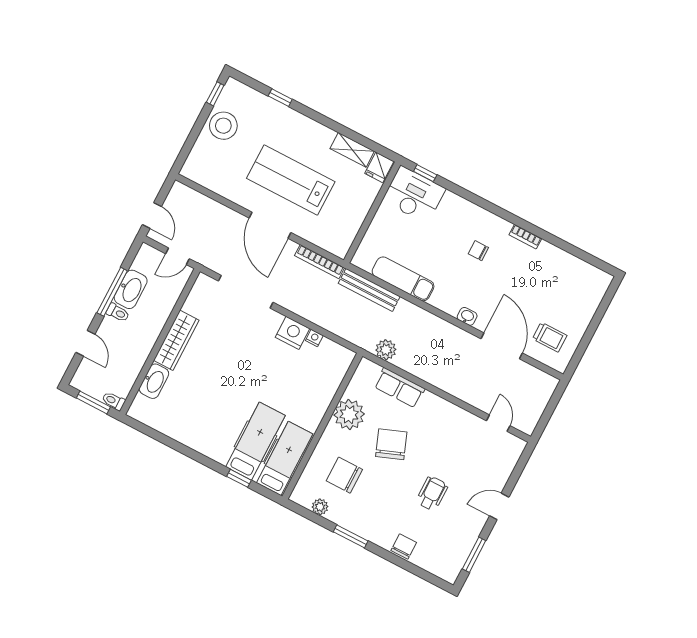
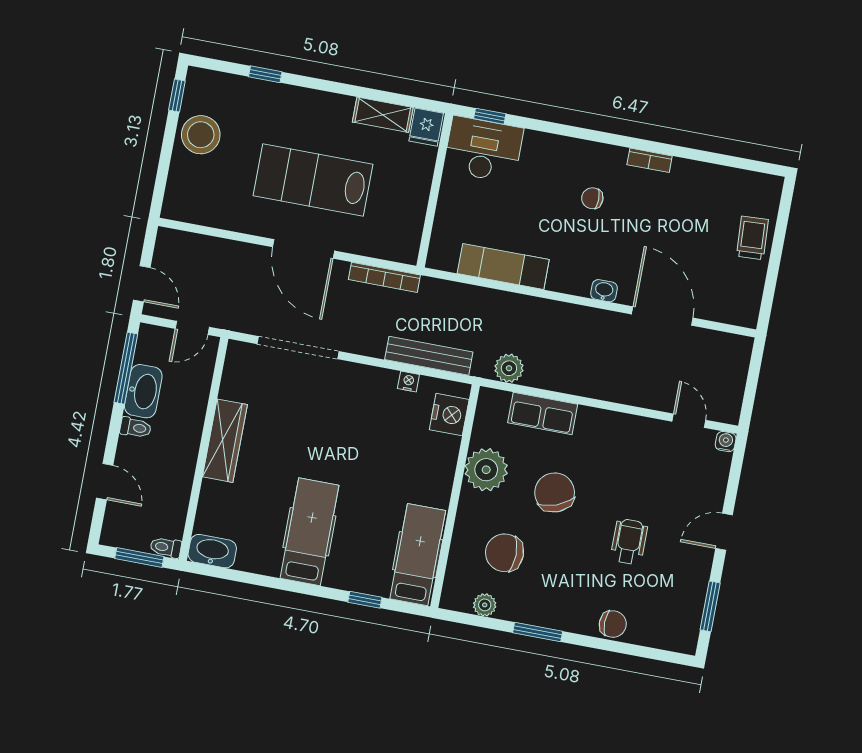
bench: (369, 290) -> (429, 356), moved
window: (112, 292) -> (126, 368), moved
nightstand: (292, 333) -> (449, 415), moved, turned 90
trolley: (550, 337) -> (752, 238), moved, turned -93
washbasin: (154, 381) -> (212, 551), moved, turned -90
hospital bed: (255, 441) -> (309, 532), moved
water cooler: (519, 445) -> (726, 442), added
chair: (404, 547) -> (613, 624), turned 90

